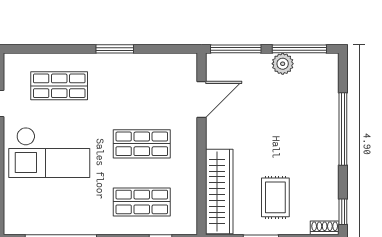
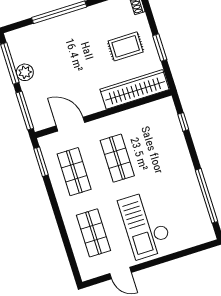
window: (115, 49) -> (41, 162), moved
checkout: (49, 152) -> (145, 225), turned 180
shop shelf: (142, 202) -> (74, 172), moved

